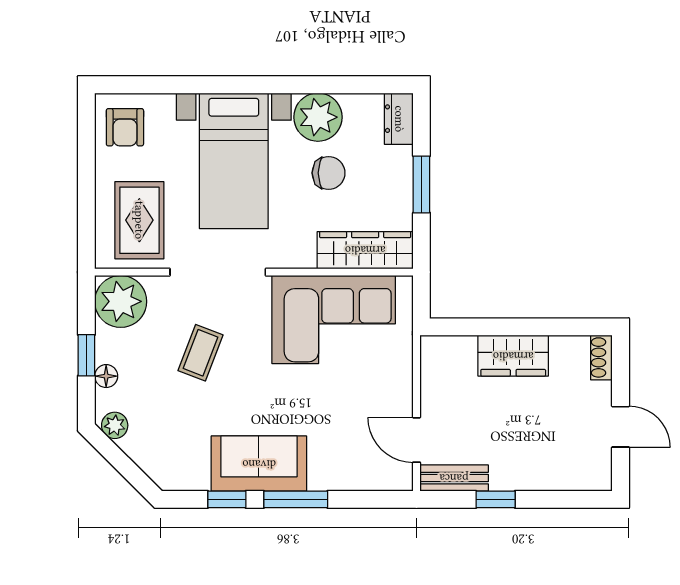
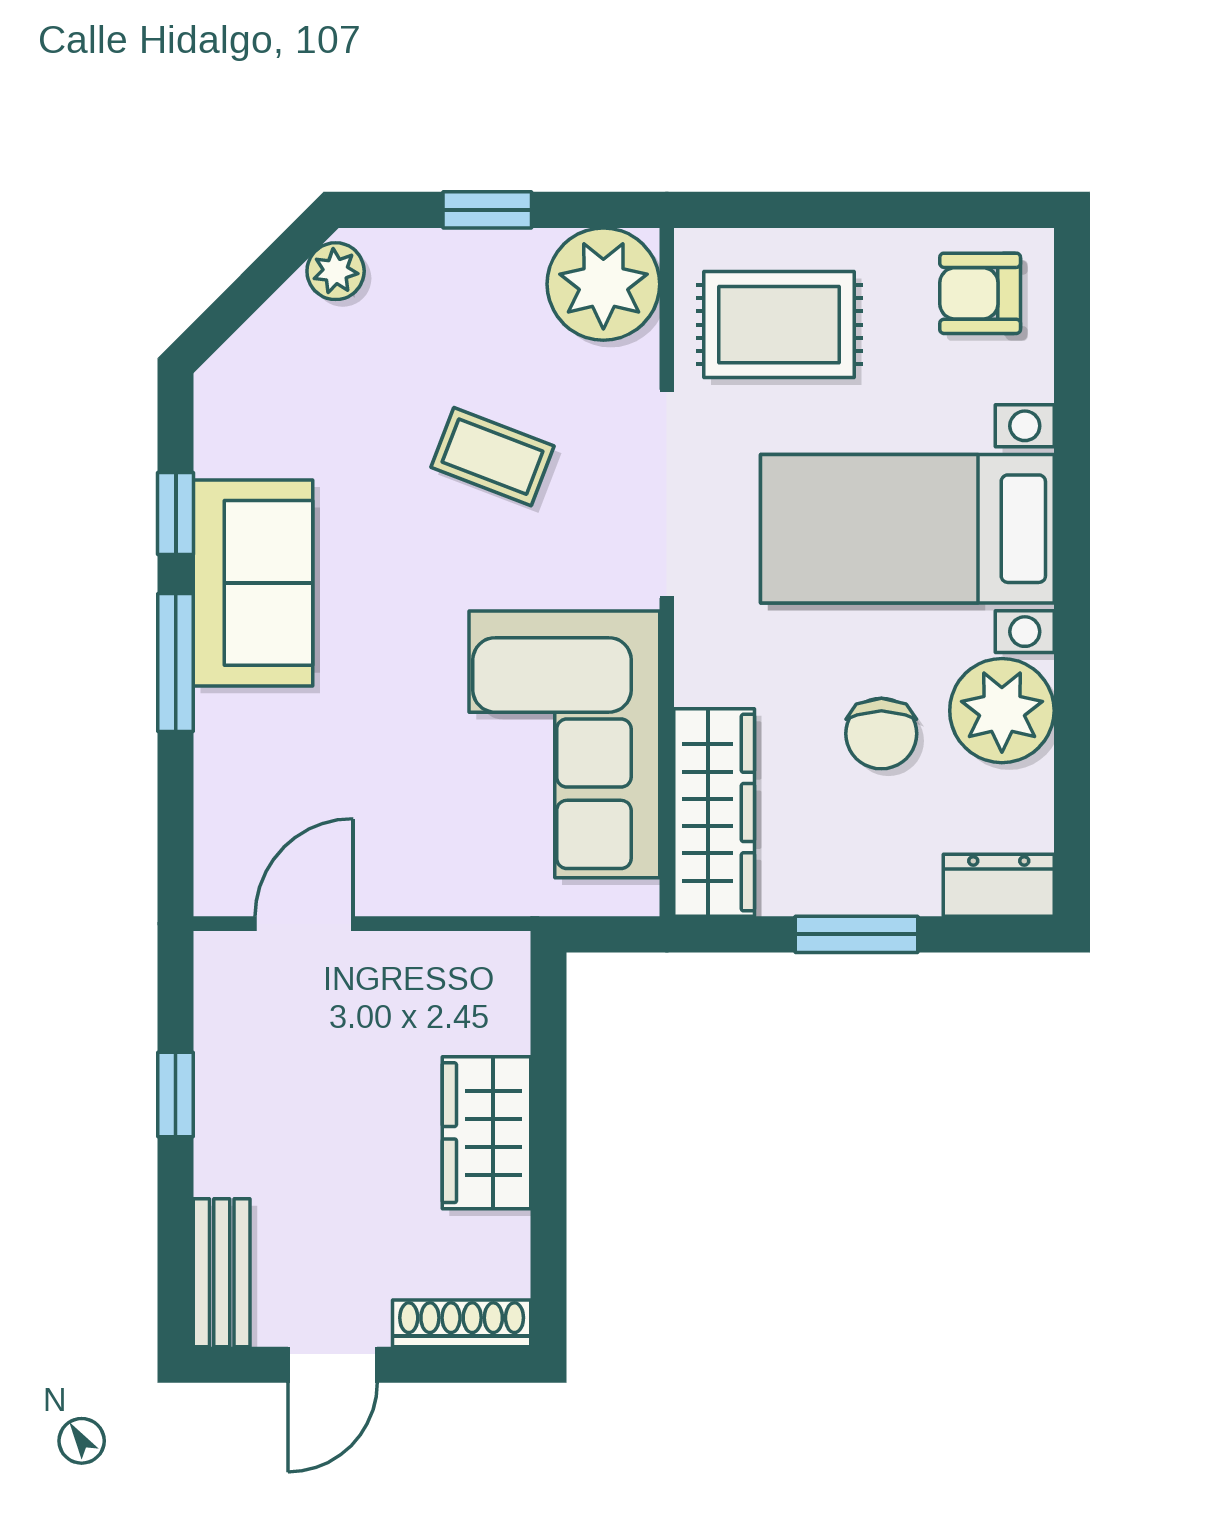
shoe rack: (601, 357) -> (462, 1323), width x1.43
floor lamp: (106, 376) -> (442, 253), removed
bench: (454, 478) -> (222, 1273), moved

